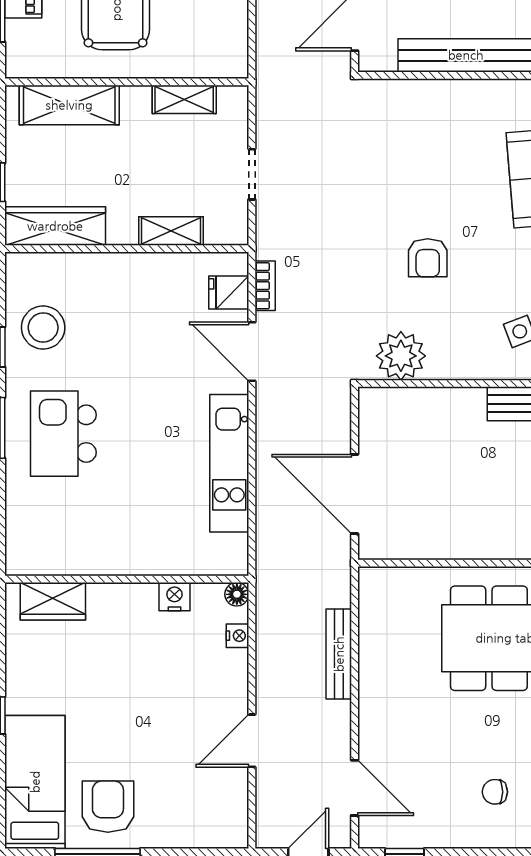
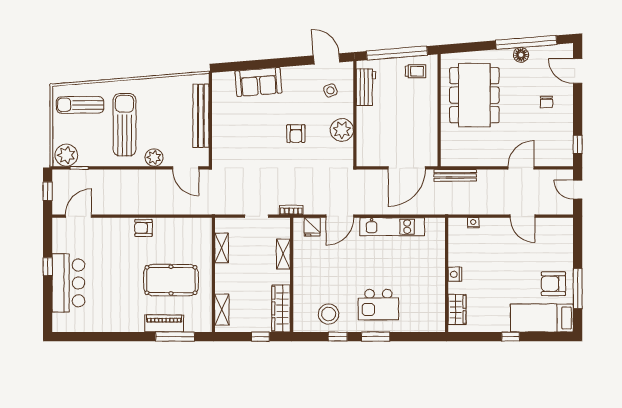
shelving: (69, 105) -> (222, 310), width x0.67, depth x0.75
armchair: (428, 258) -> (296, 134), turned 90
bookcase: (265, 286) -> (291, 210), moved
plant: (401, 356) -> (342, 130), moved
floor lamp: (237, 594) -> (454, 223), removed
nightstand: (174, 597) -> (455, 274), moved
bench: (339, 654) -> (455, 175), moved
door: (355, 788) -> (521, 168), moved

